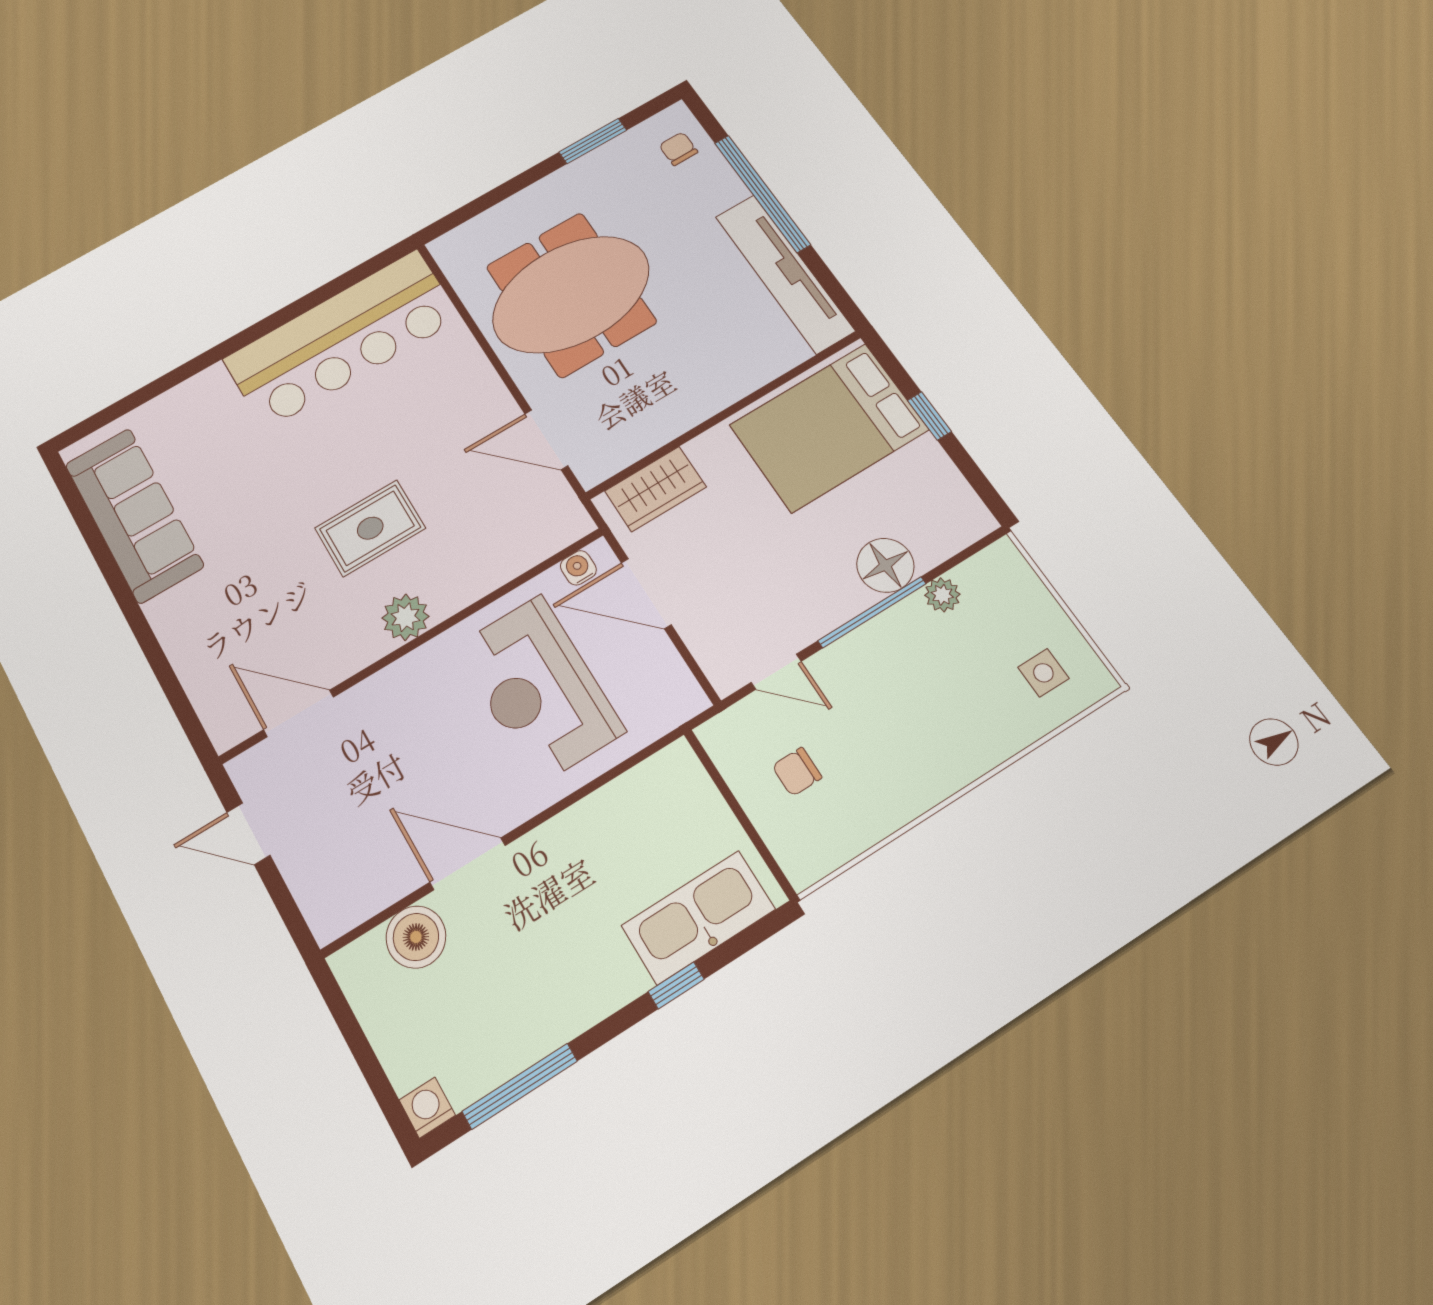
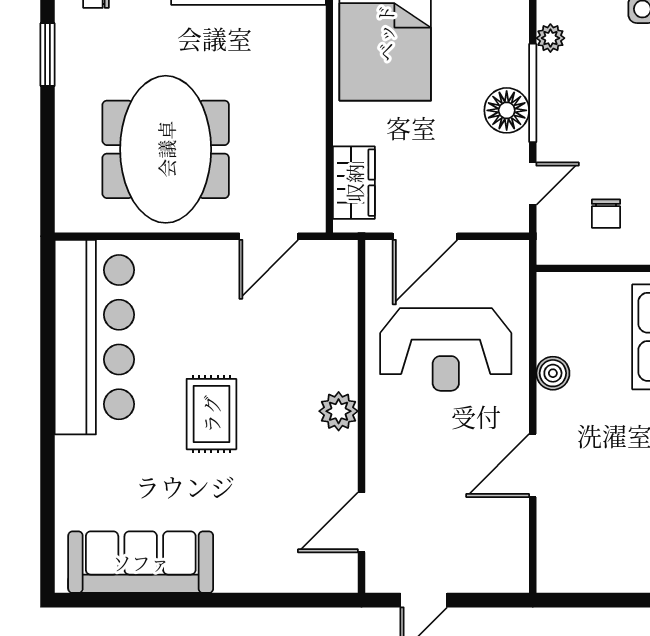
rug: (370, 528) -> (211, 414), moved
floor lamp: (885, 565) -> (507, 110), moved
water cooler: (578, 568) -> (378, 271), removed
boiler: (416, 937) -> (553, 373), moved, width x0.73, depth x0.73

